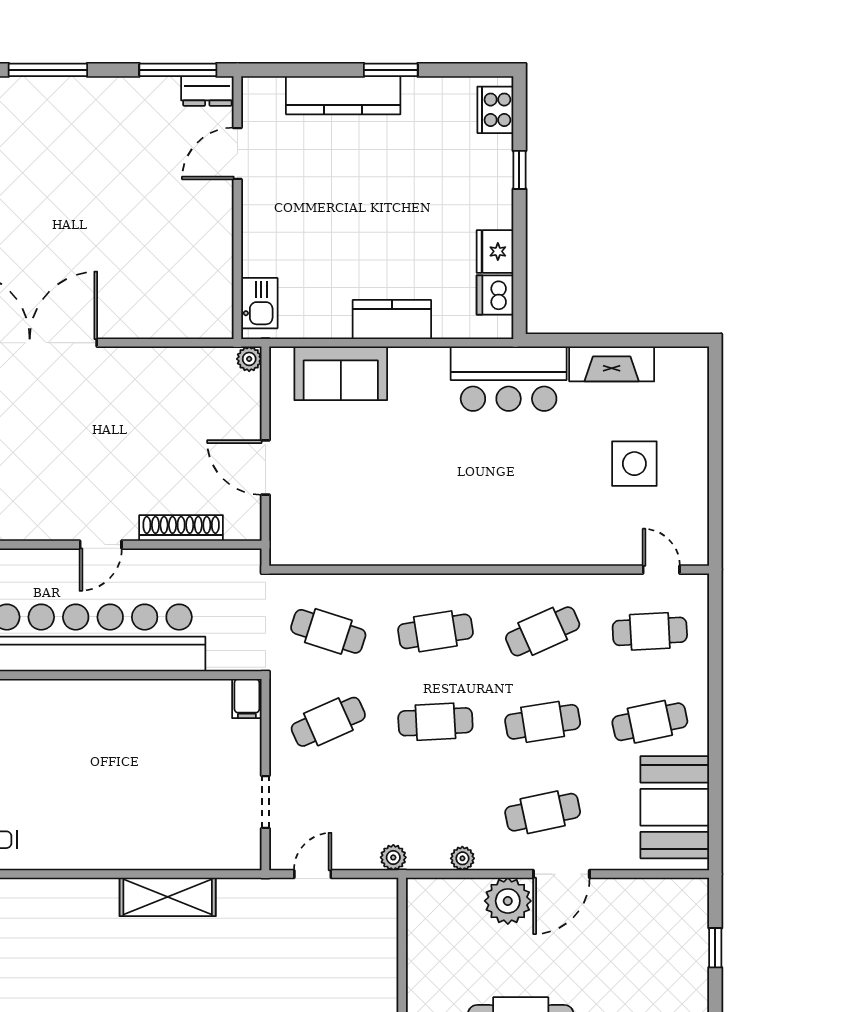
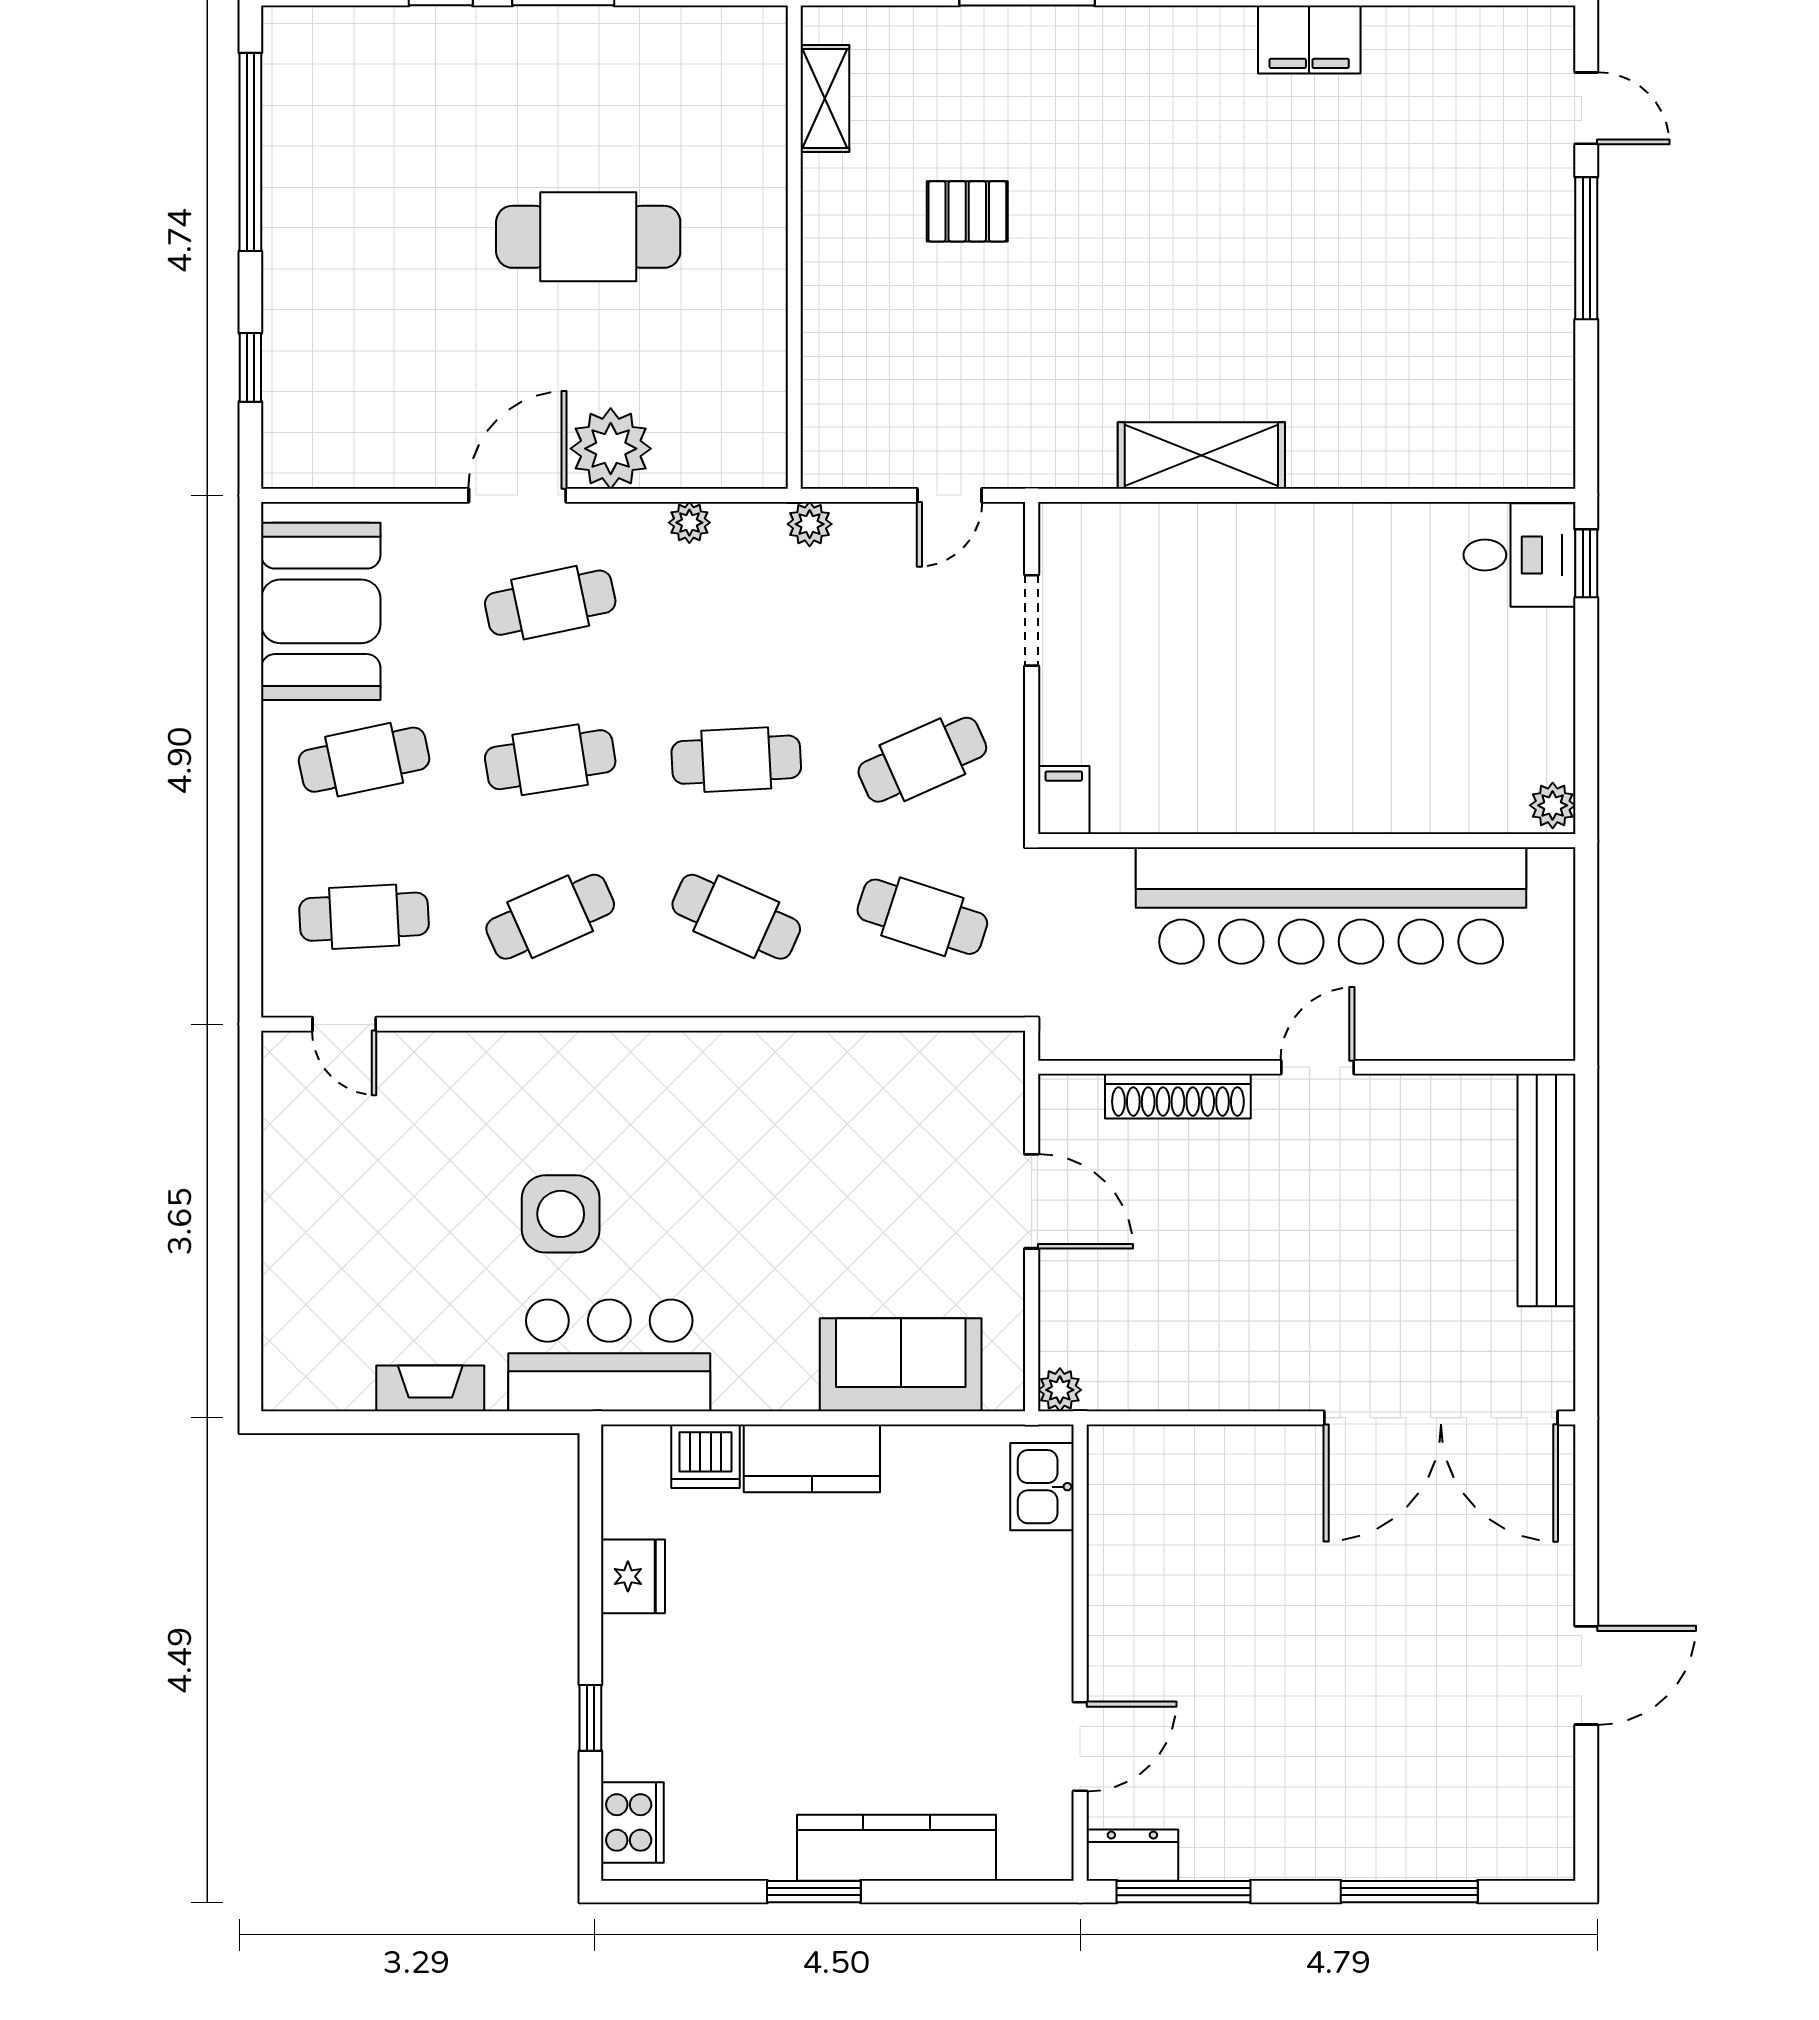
dishwasher: (495, 295) -> (705, 1456), moved, turned 90
fireplace: (612, 364) -> (430, 1388), width x0.73, depth x0.76
side table: (634, 464) -> (561, 1214), moved
cafe table: (435, 631) -> (736, 917), turned 33

